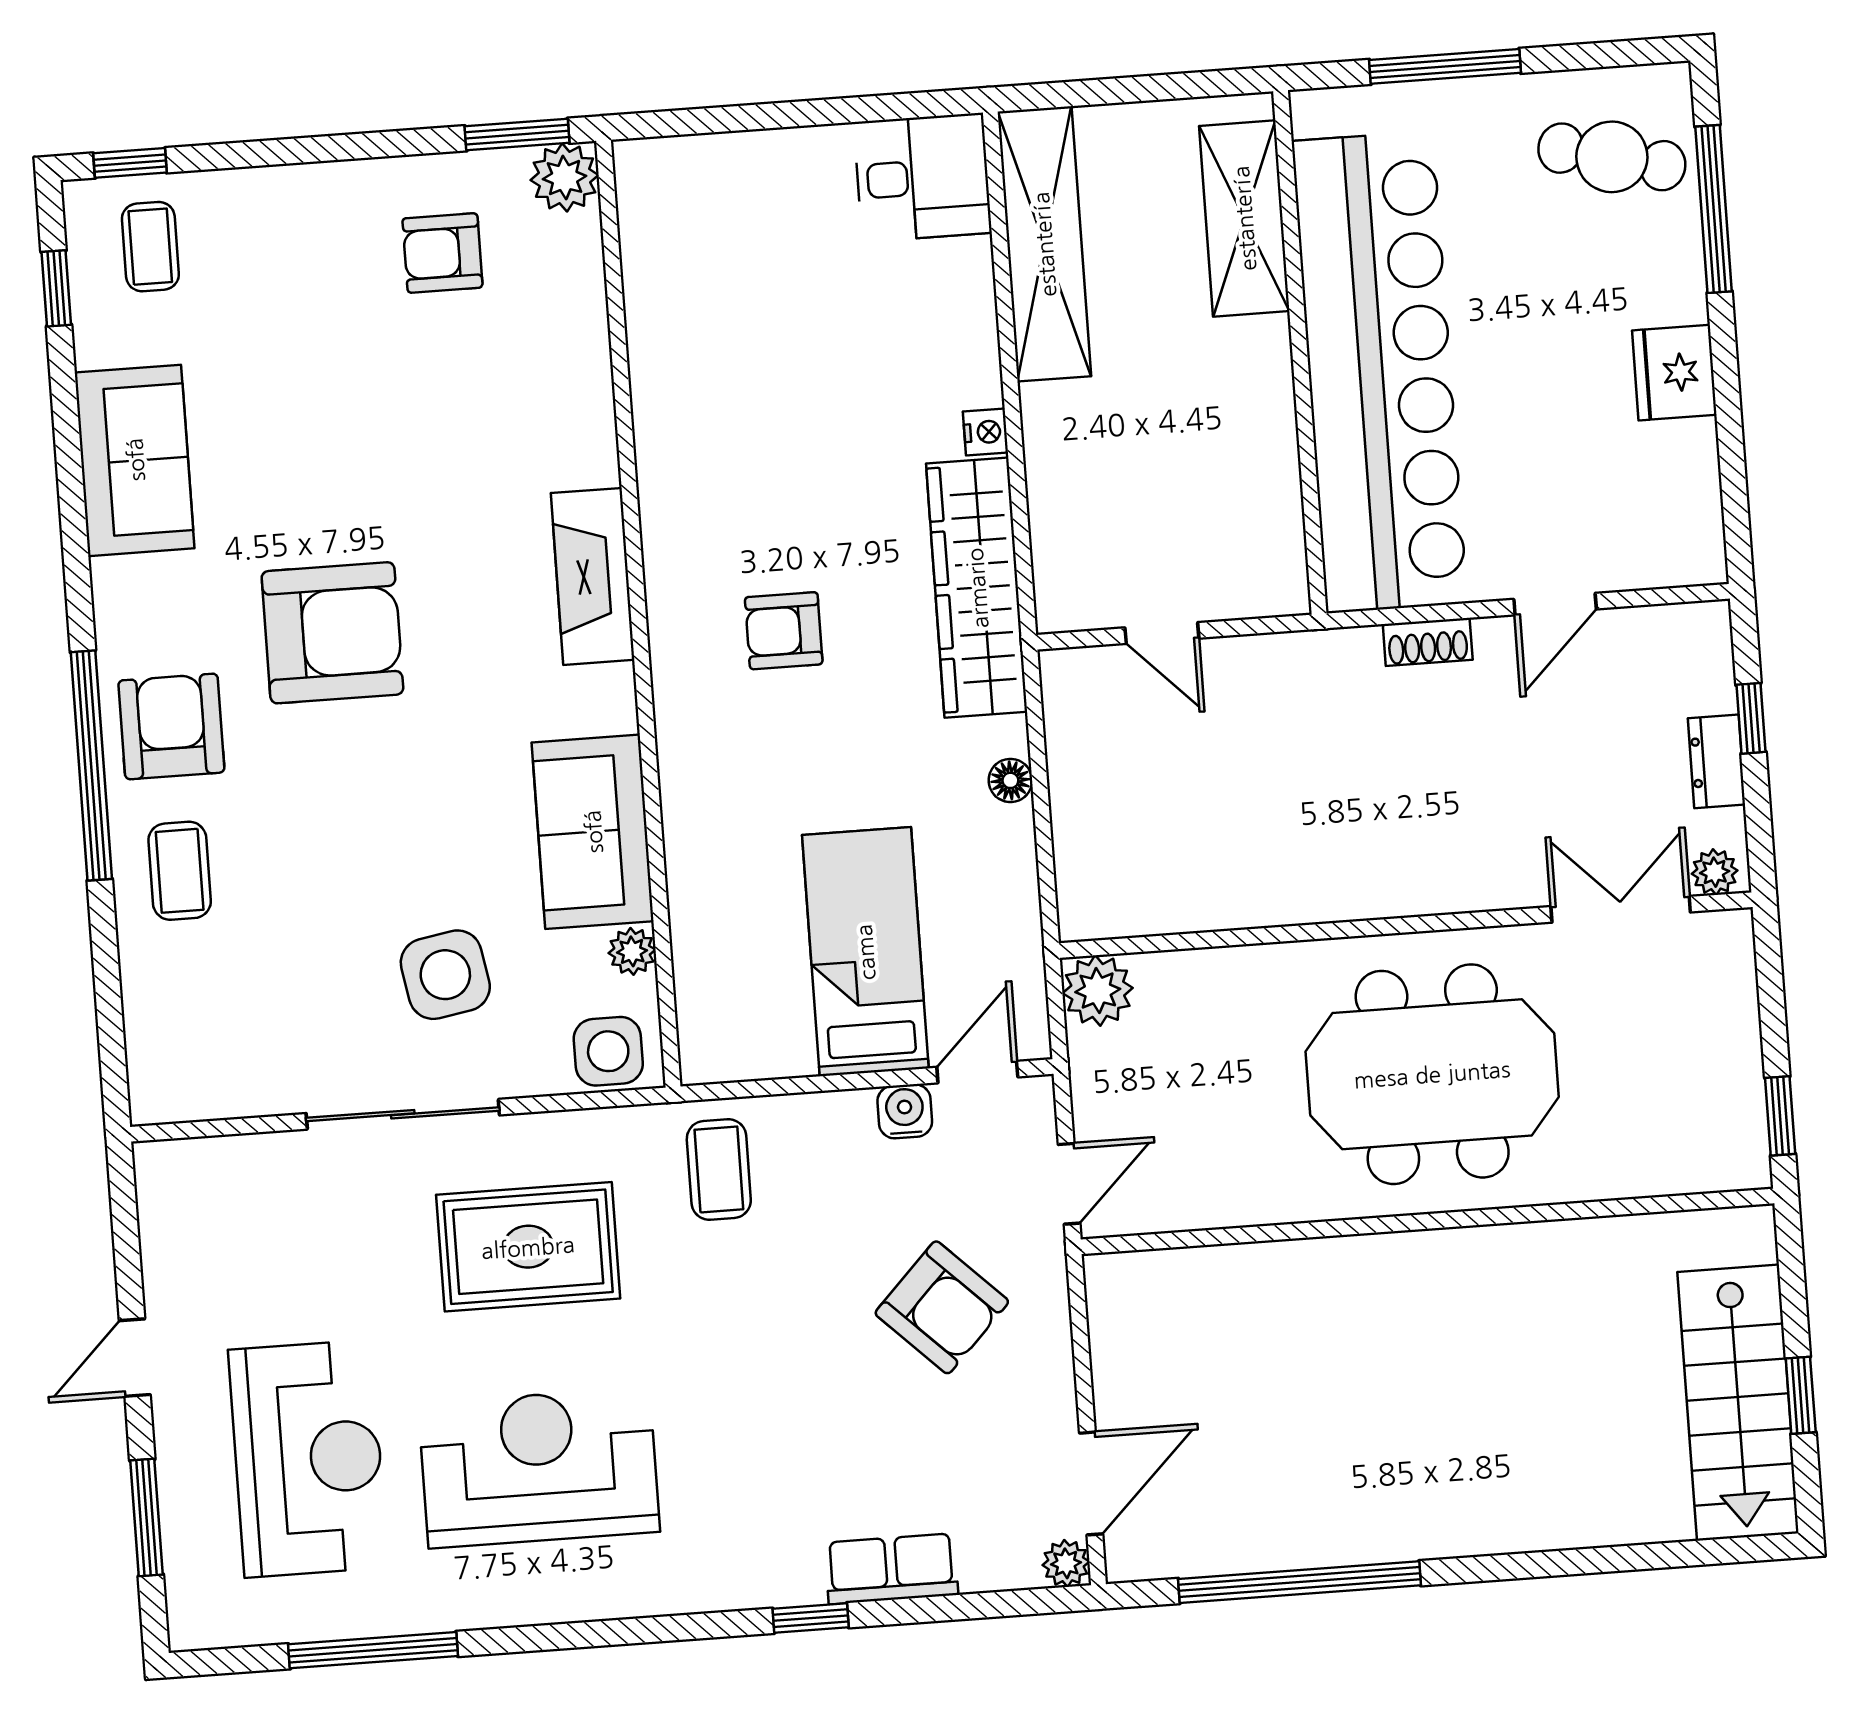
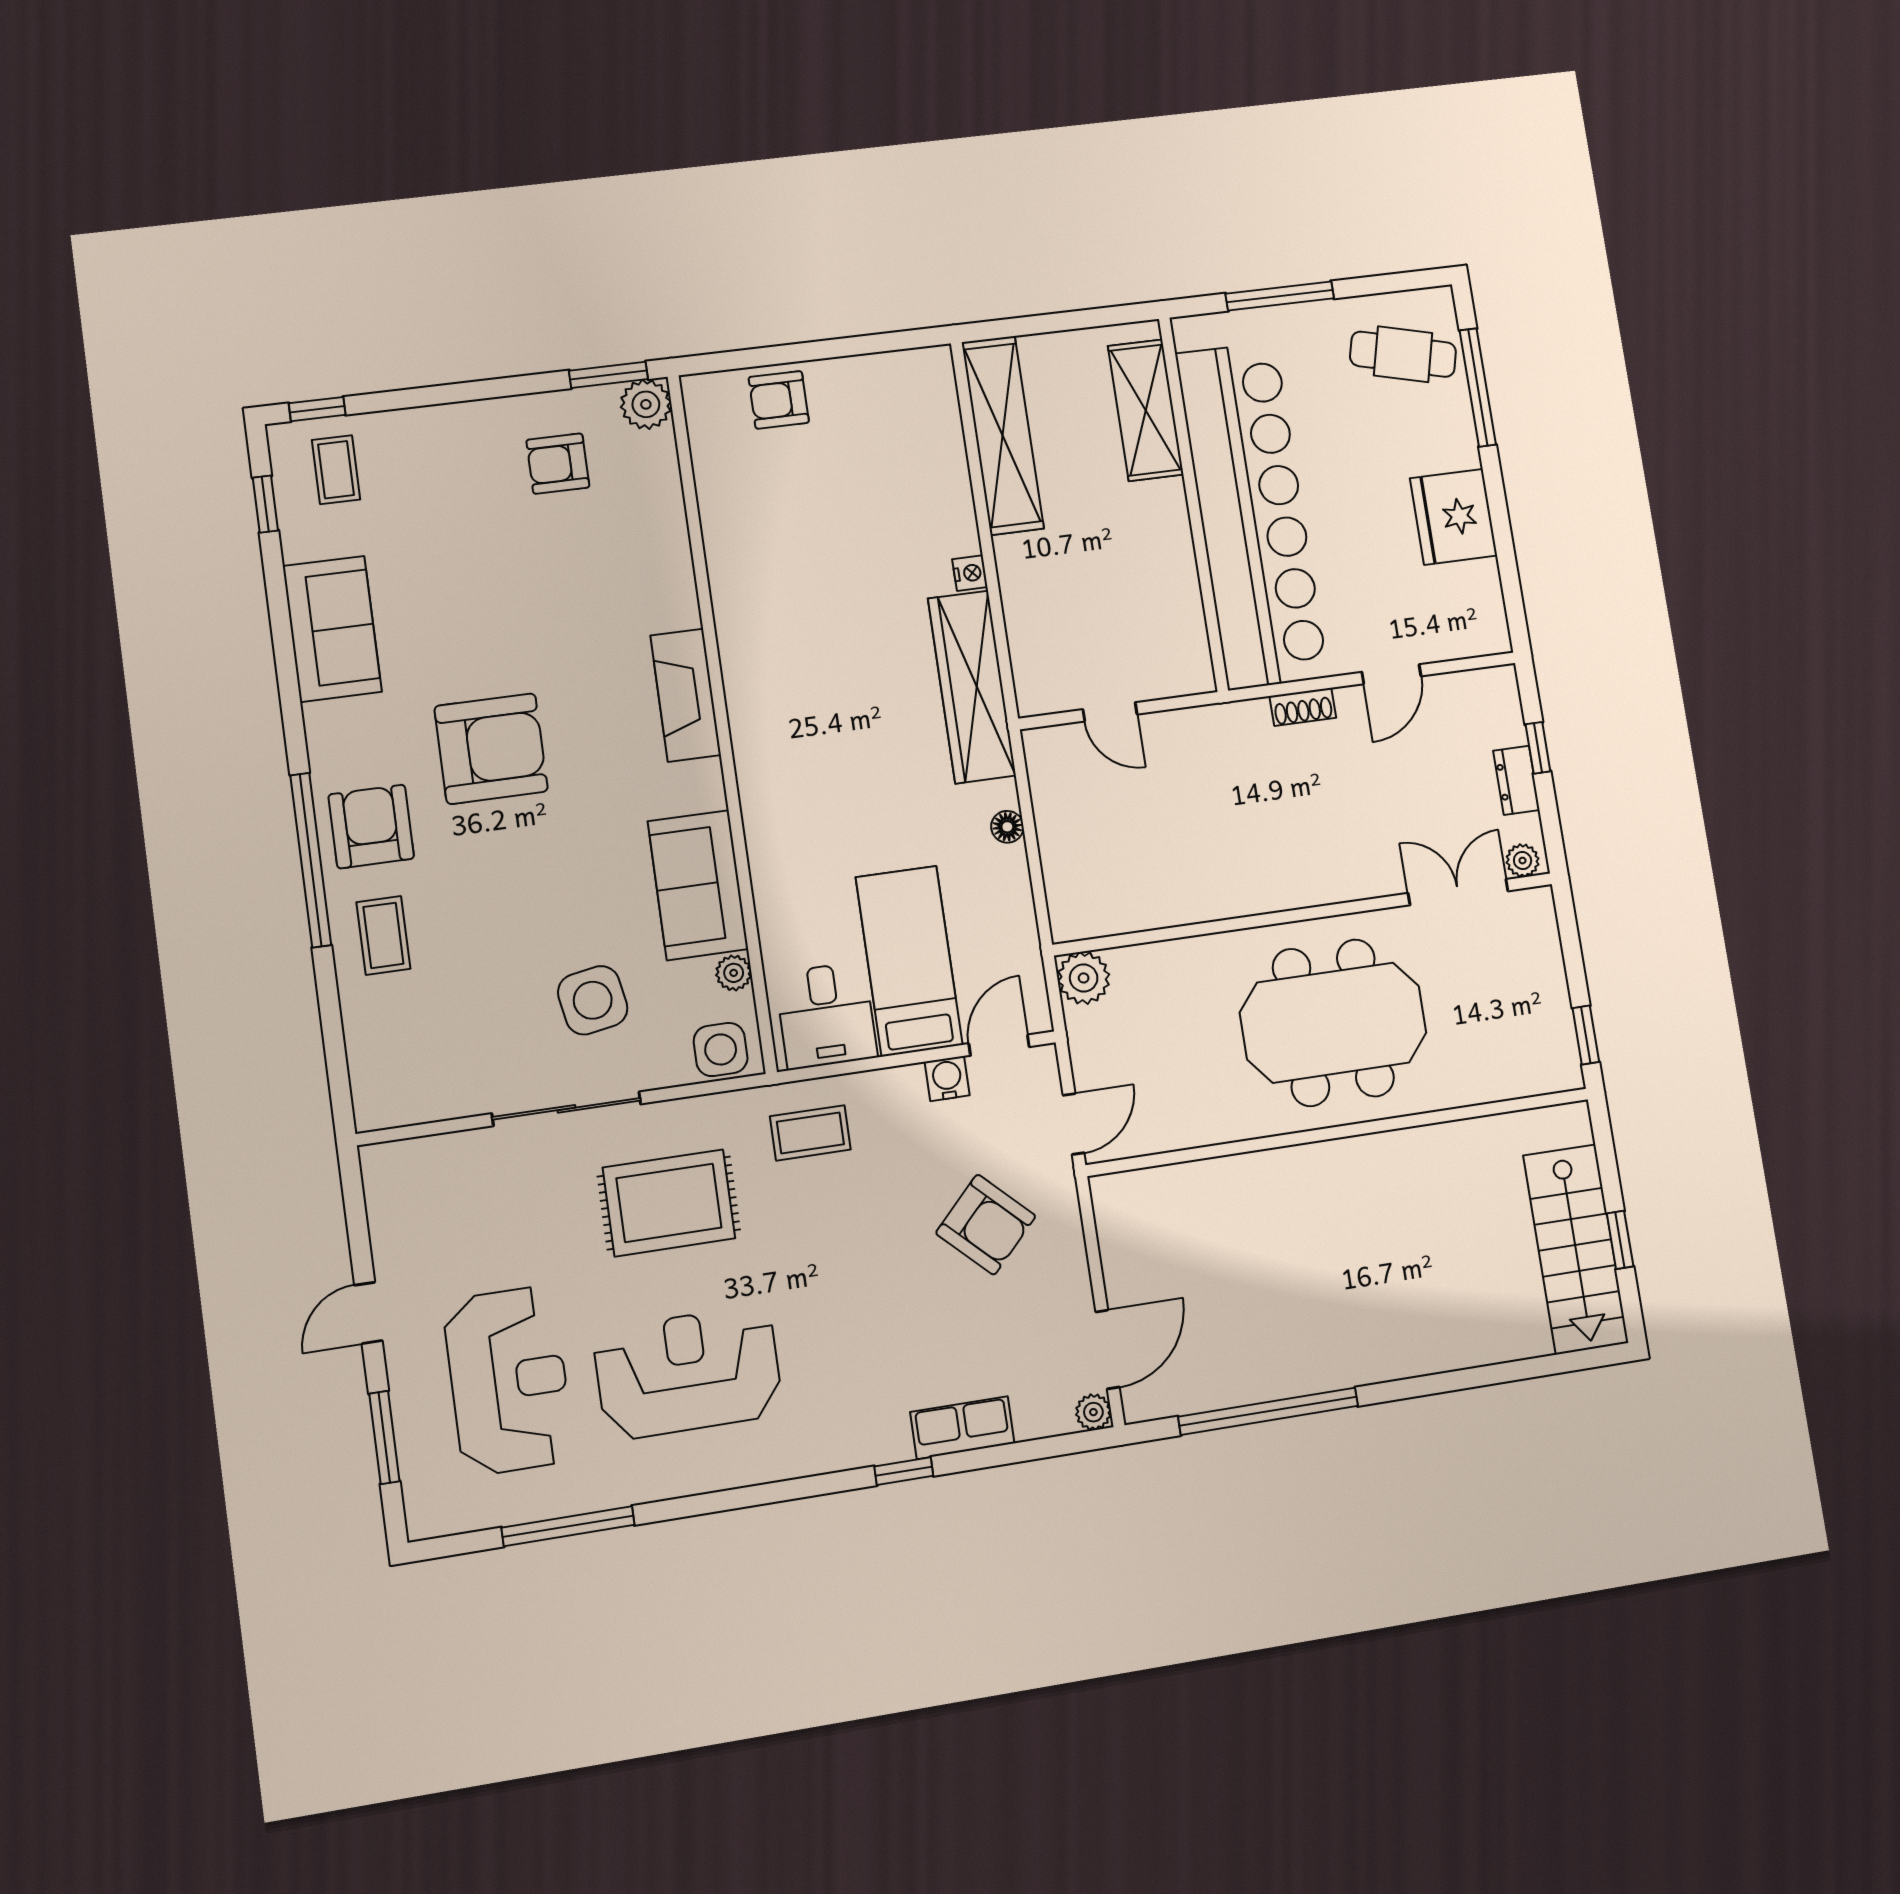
desk: (923, 177) -> (826, 1015), moved, turned 90
fridge: (1674, 373) -> (1454, 517), width x1.36, depth x1.34
armchair: (784, 631) -> (779, 400), moved
coffee table: (719, 1170) -> (810, 1133), turned 90

